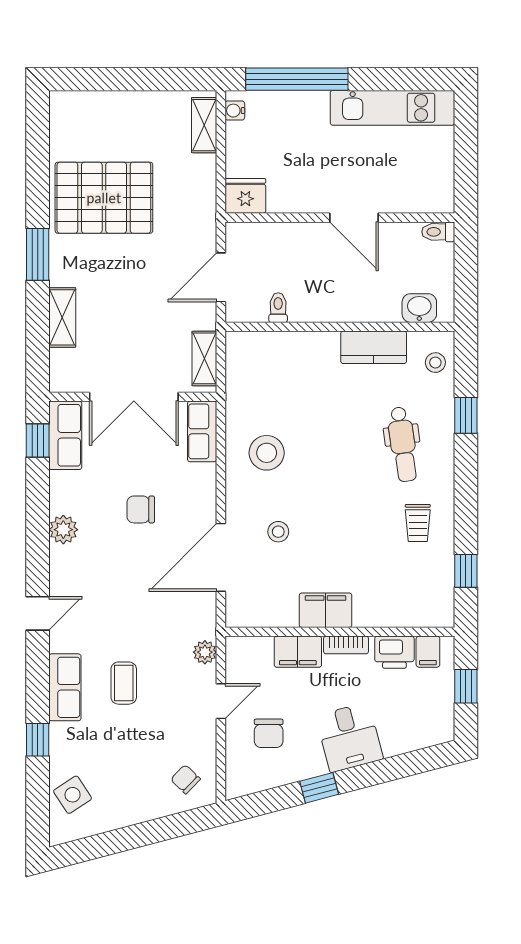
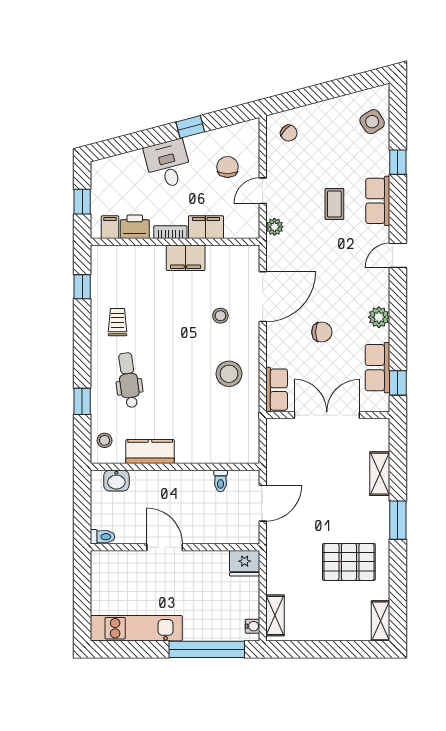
pallet: (104, 198) -> (349, 562), width x0.73, depth x0.71
shelving: (204, 358) -> (380, 621), moved
row of seats: (65, 435) -> (377, 368), moved

